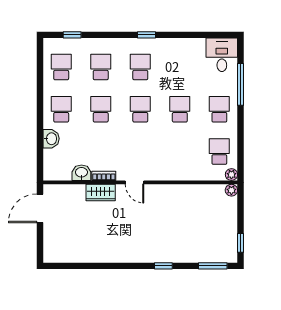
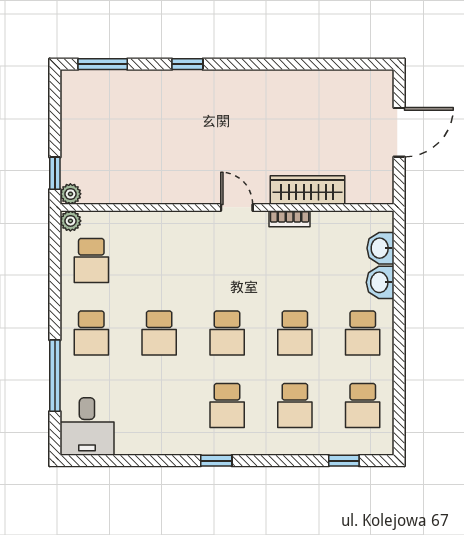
washbasin: (81, 173) -> (380, 248), moved, turned 90
wardrobe: (101, 193) -> (307, 190), width x1.50
door: (40, 208) -> (399, 132), moved
window: (241, 243) -> (55, 173), moved

